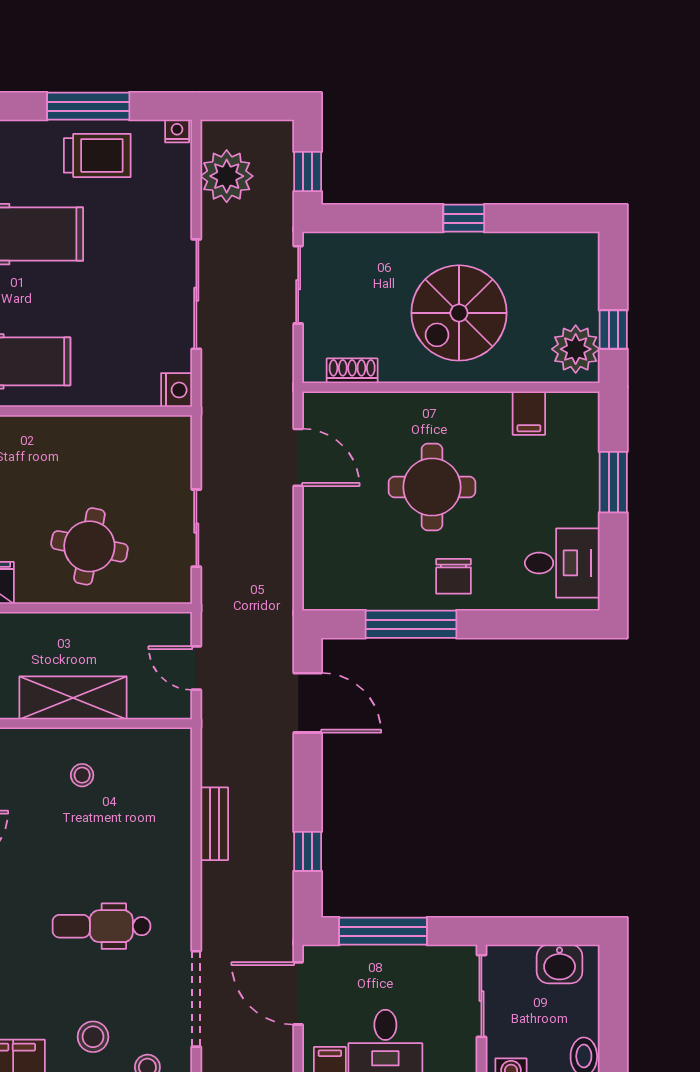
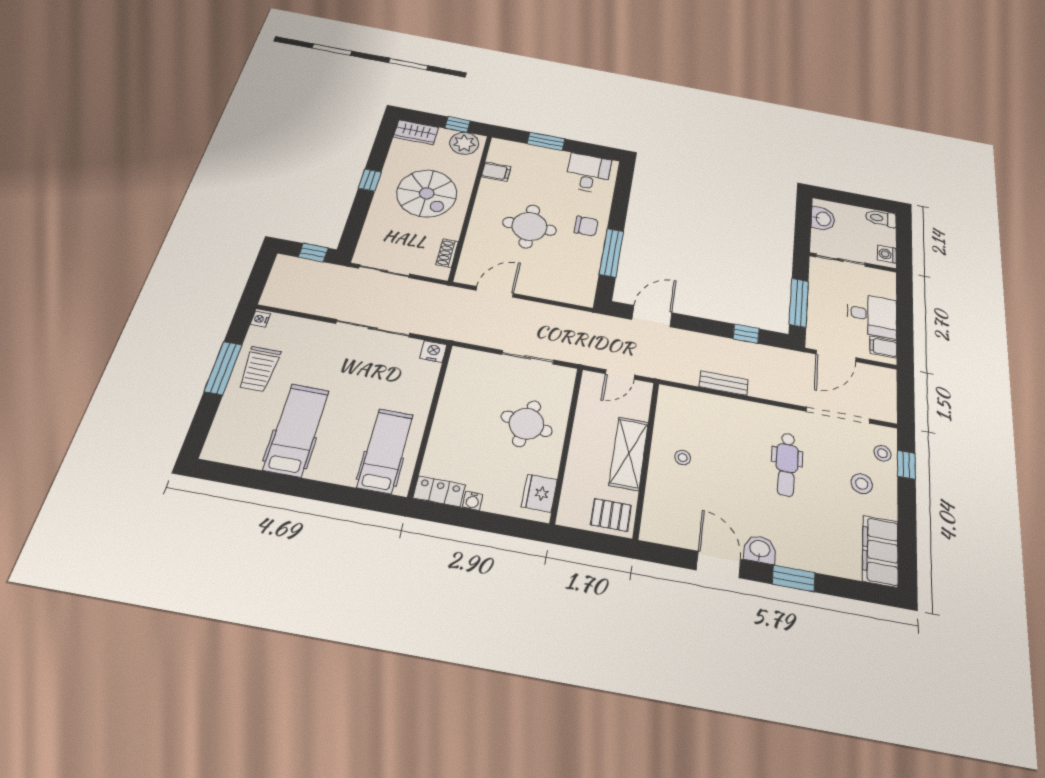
trolley: (97, 155) -> (259, 369), turned 180
plant: (227, 176) -> (301, 297), removed
wardrobe: (580, 266) -> (416, 132), added

